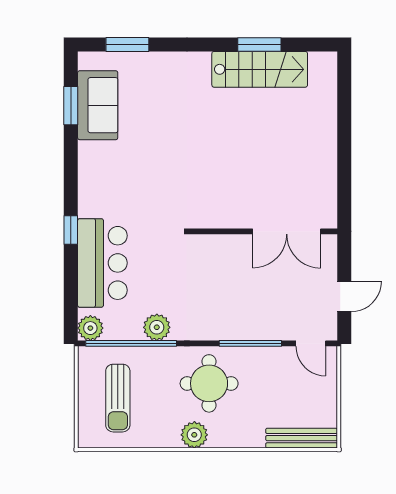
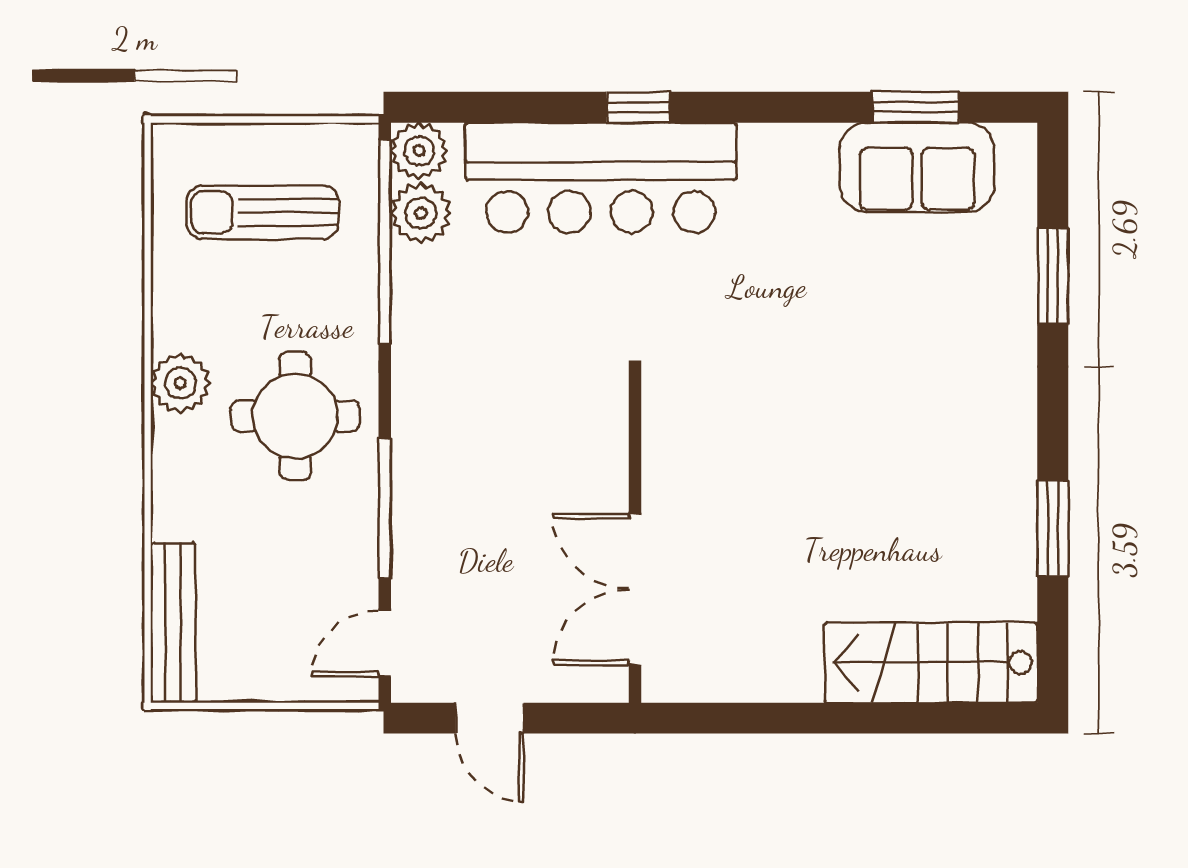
window: (127, 44) -> (1053, 276), moved
stairs: (260, 69) -> (931, 663), moved, turned 90
bar counter: (102, 263) -> (601, 178), width x1.36
plant: (157, 327) -> (421, 213), moved

